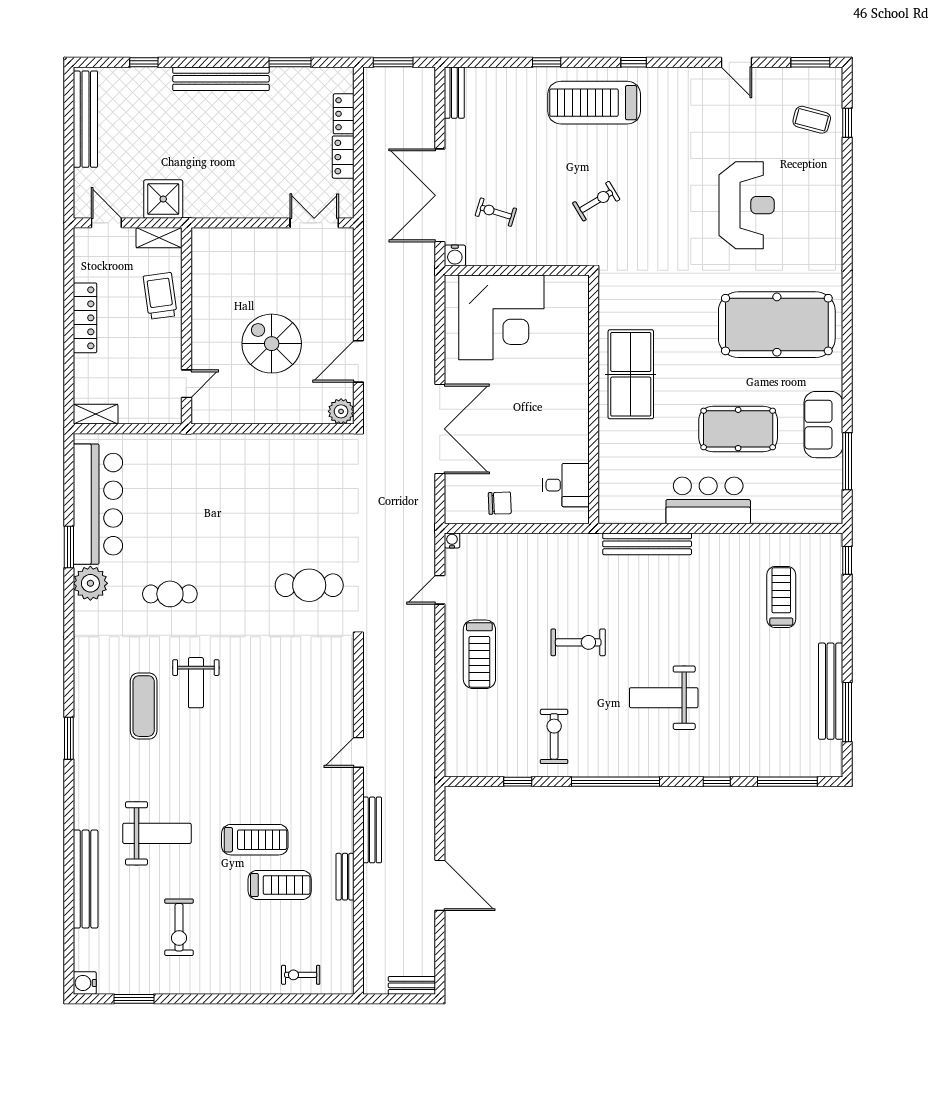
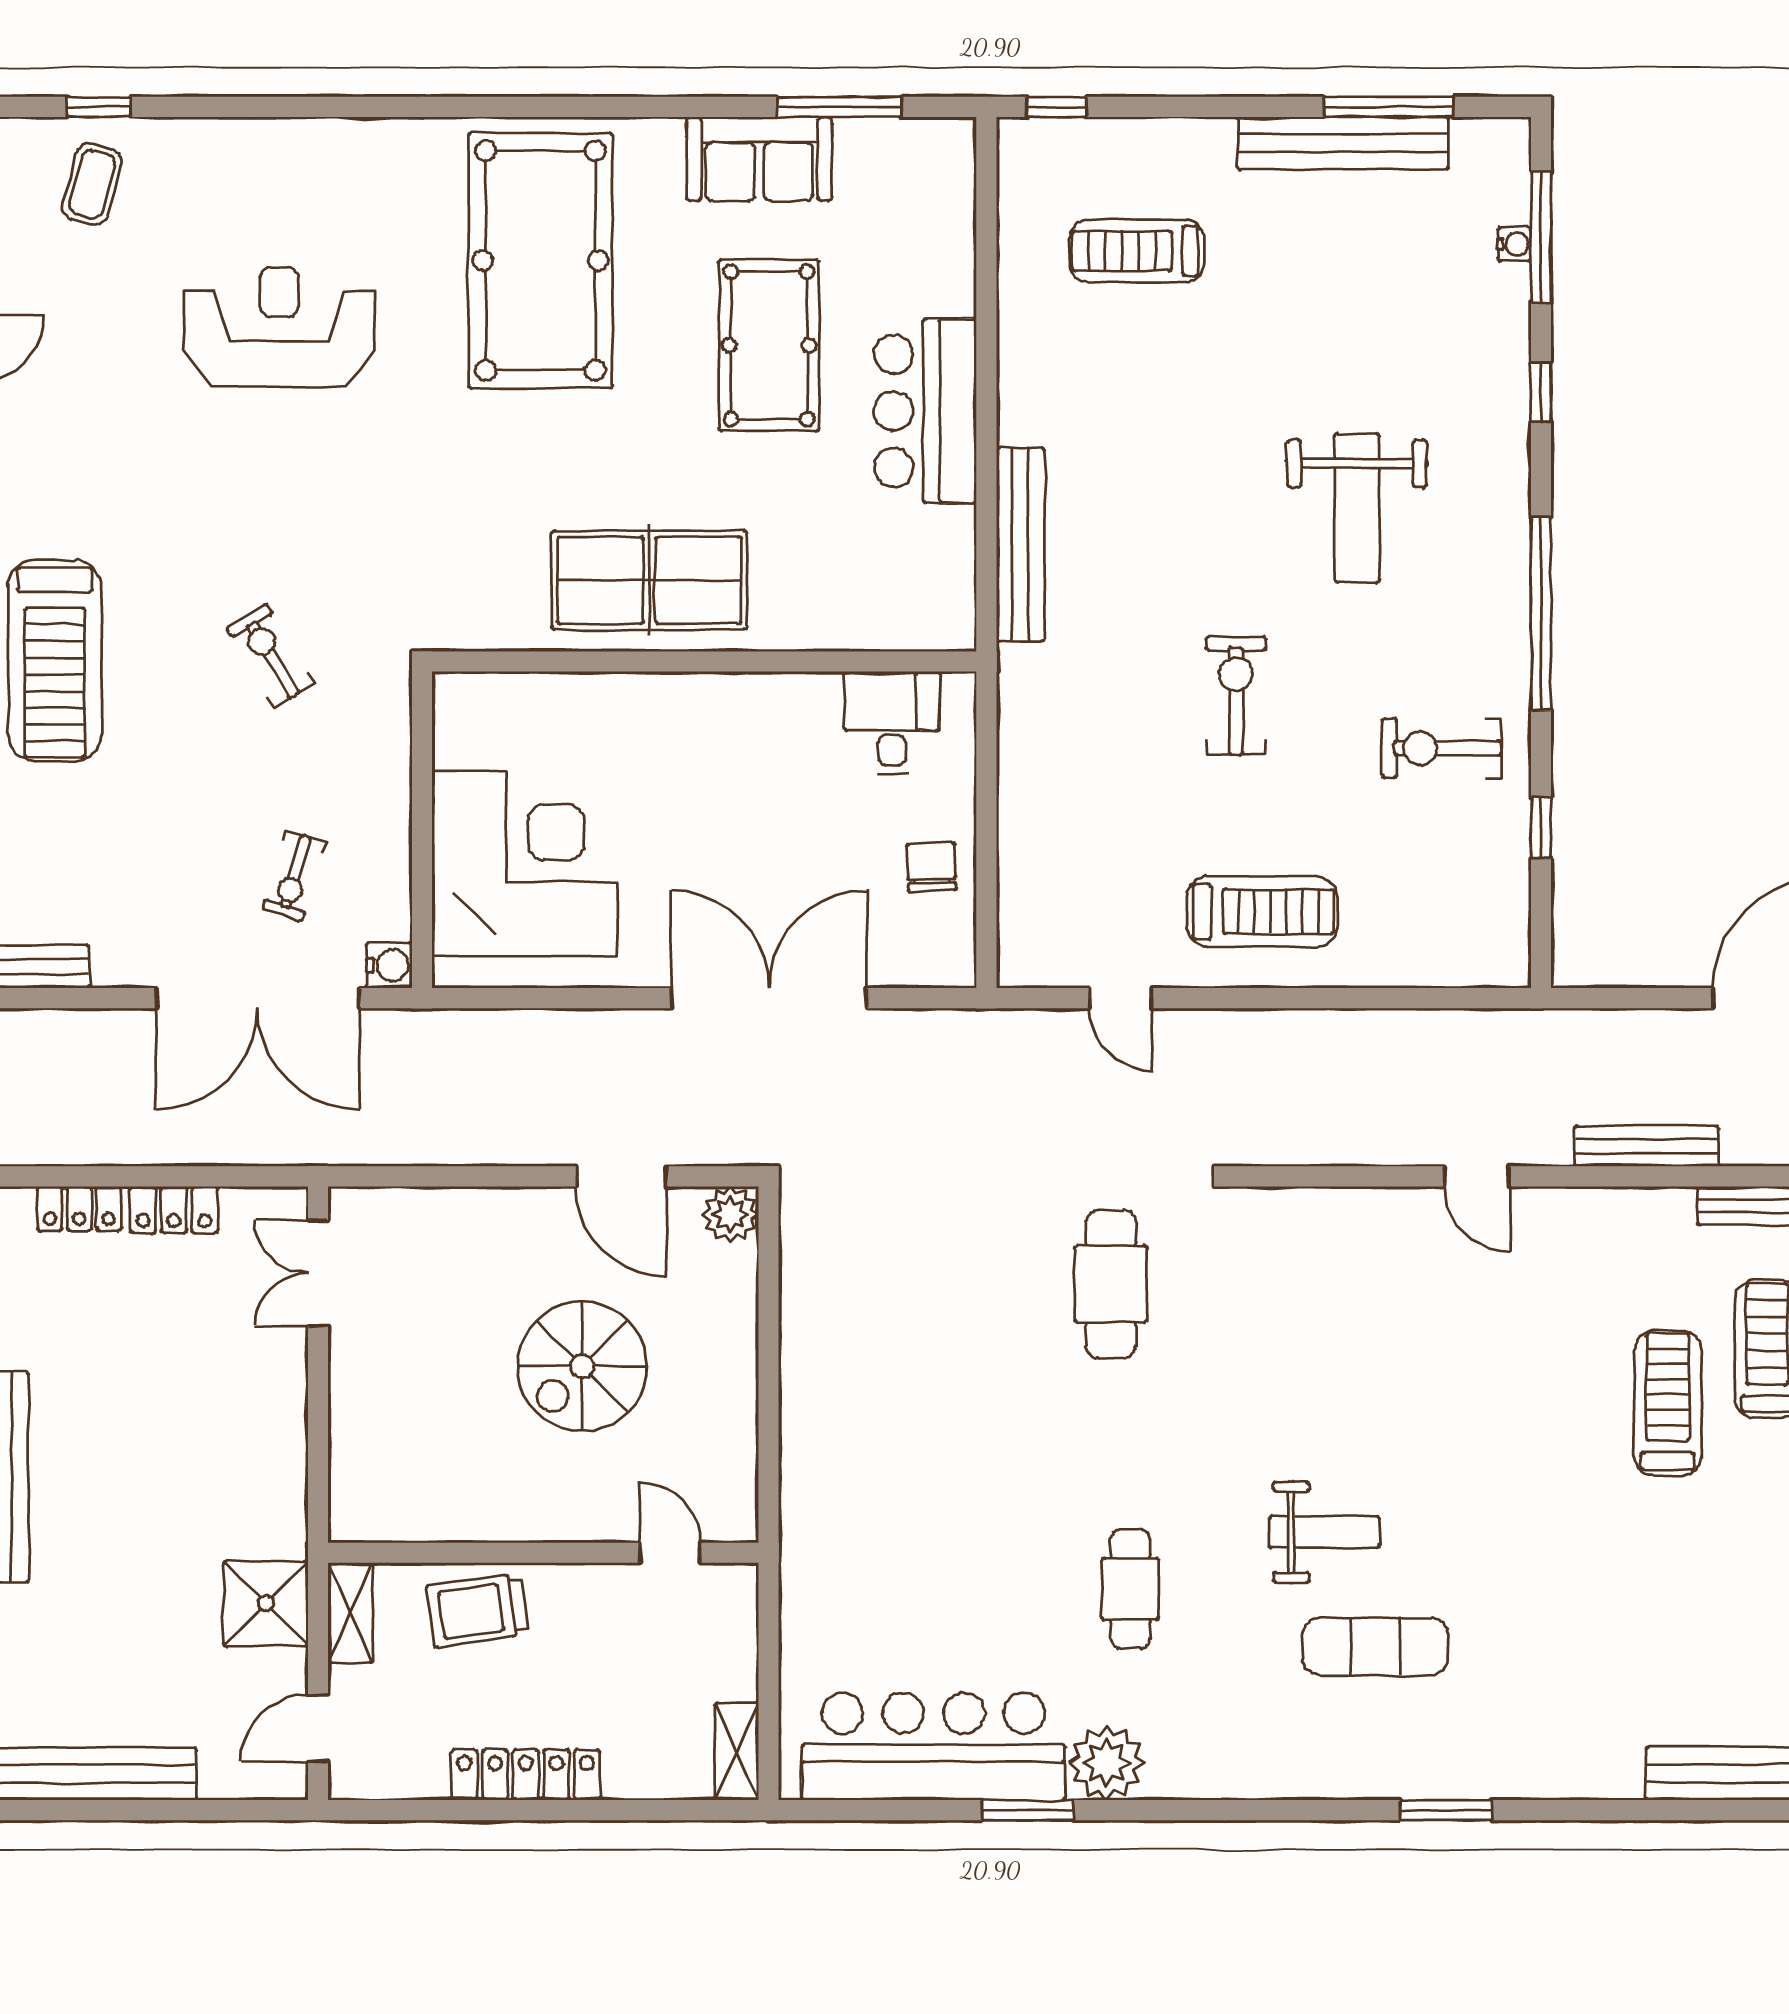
water cooler: (452, 540) -> (1514, 244), moved, turned 180
weight bench: (157, 833) -> (1654, 1617), removed

